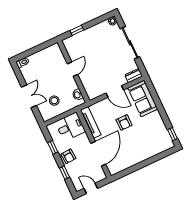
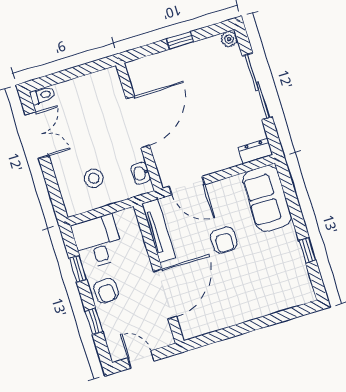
window: (77, 30) -> (180, 40), moved
door: (72, 69) -> (138, 122), width x1.88
door: (115, 92) -> (187, 185), moved
double door: (29, 96) -> (37, 135), moved
desk: (70, 127) -> (98, 242), moved, turned -90
window: (173, 134) -> (307, 250), moved

